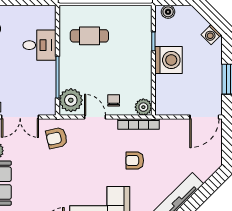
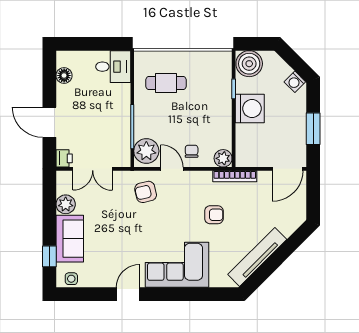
boiler: (168, 12) -> (249, 64), width x1.86, depth x1.86
desk: (39, 45) -> (113, 67), moved
bookcase: (139, 124) -> (235, 176), moved
armchair: (57, 138) -> (146, 192), moved
armchair: (135, 161) -> (214, 215), turned 180

